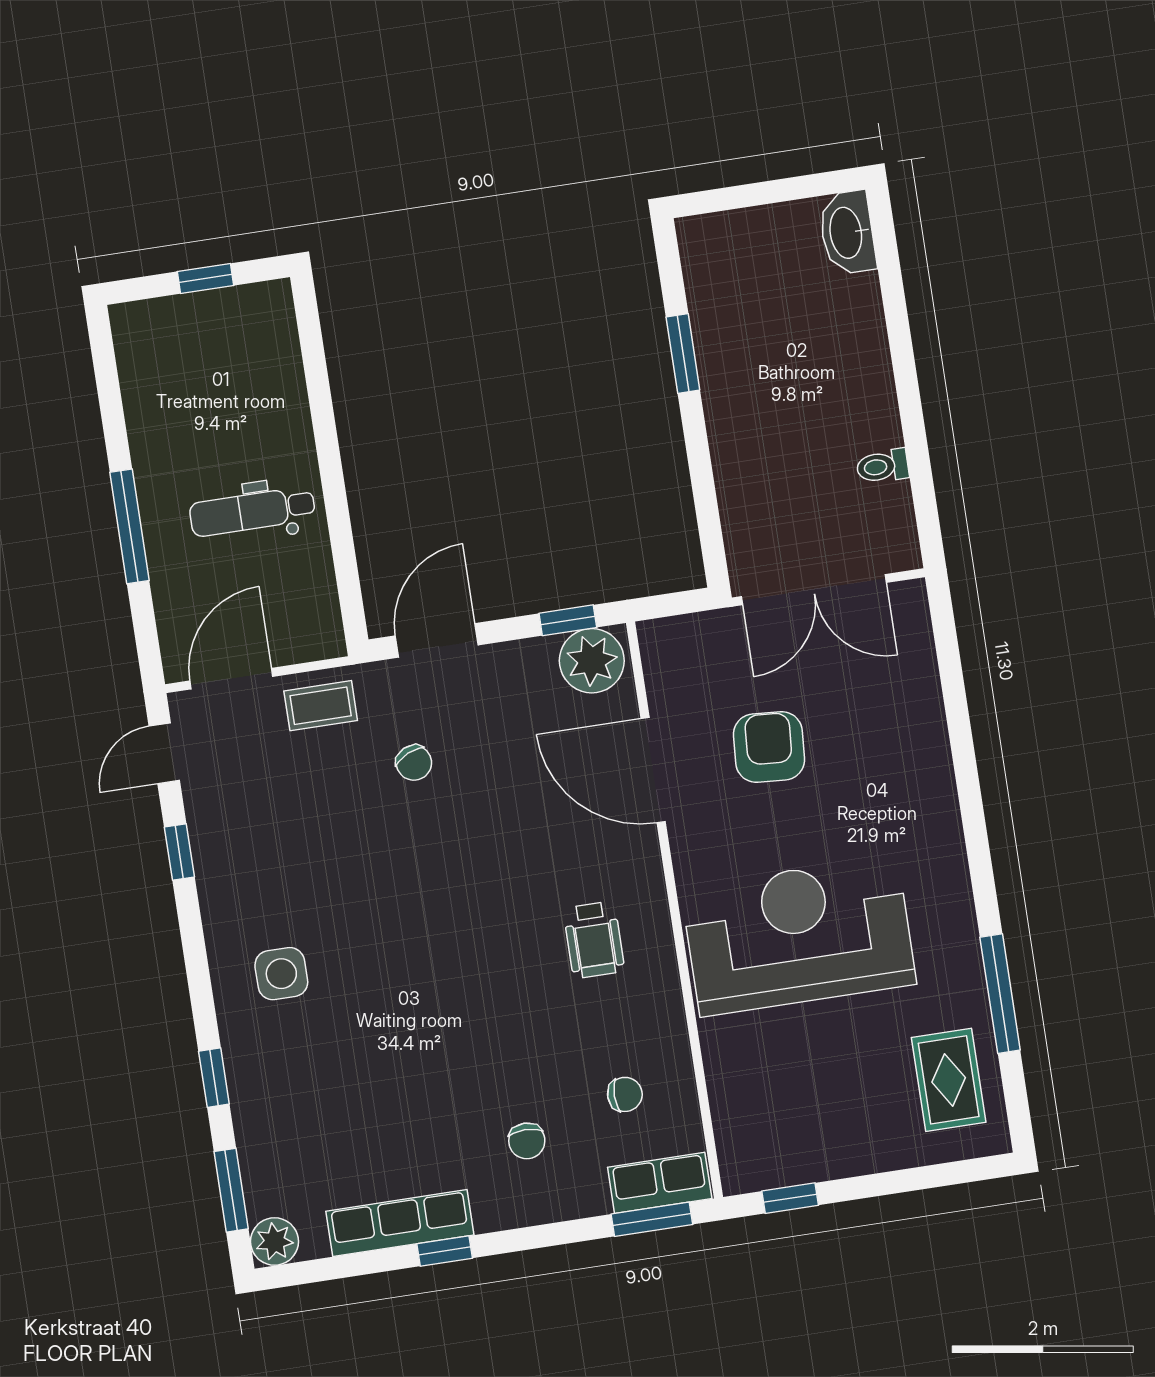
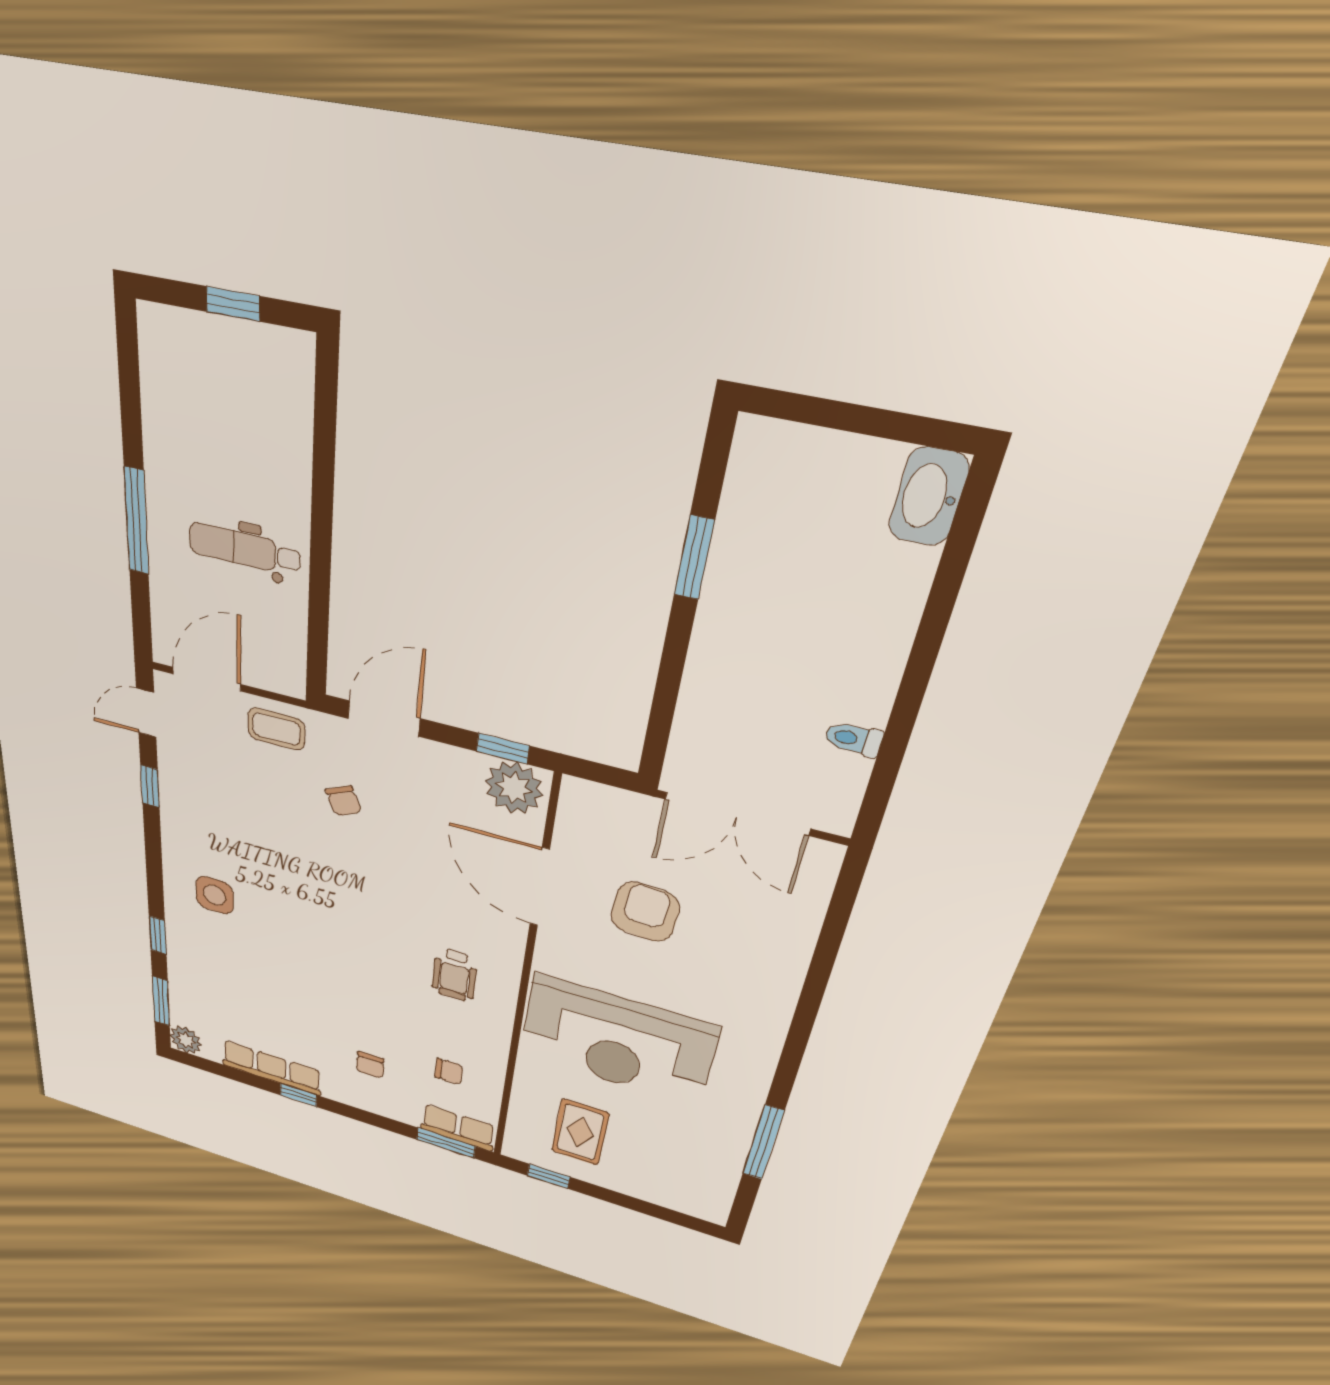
reception desk: (799, 936) -> (617, 1041), turned 180
rug: (949, 1080) -> (580, 1132), moved

